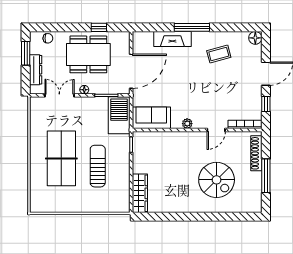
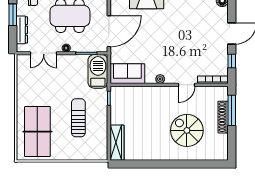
coffee table: (219, 54) -> (189, 16), removed
double door: (59, 95) -> (44, 53), swing flipped
shoe rack: (256, 153) -> (223, 117), moved
table tennis table: (61, 158) -> (37, 132), moved
window: (266, 176) -> (232, 110), moved
spiral stairs: (217, 180) -> (187, 130), turned 180

